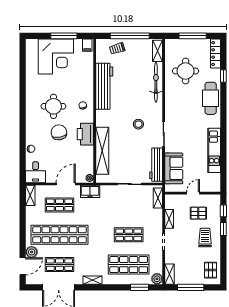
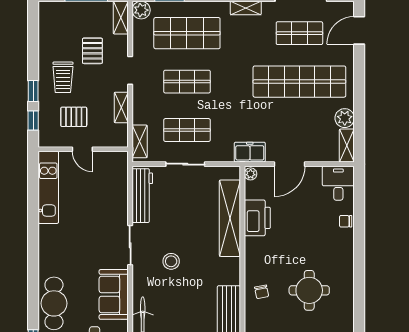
chair: (59, 132) -> (300, 248), removed
printer: (85, 134) -> (257, 218), moved
kitchen unit: (214, 150) -> (48, 187), moved
sofa: (174, 168) -> (114, 294), moved
door: (193, 193) -> (82, 149), hinge flipped
shop shelf: (59, 205) -> (187, 130), moved
plant: (32, 252) -> (345, 118), moved
pallet: (210, 270) -> (92, 51), moved

